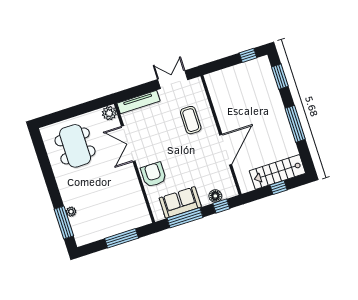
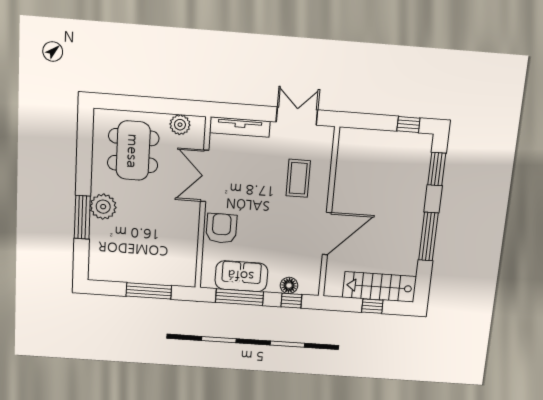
plant: (109, 113) -> (180, 125), moved
plant: (71, 212) -> (103, 207), moved, width x1.88, depth x1.88
window: (64, 223) -> (82, 217), moved

